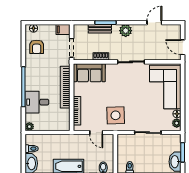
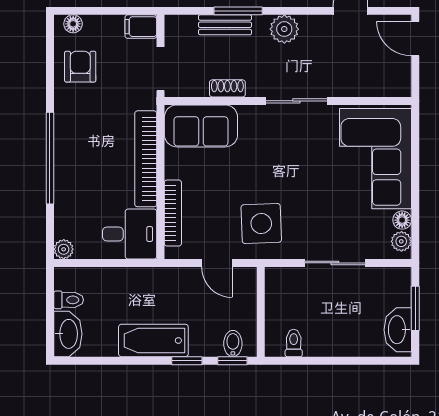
armchair: (37, 47) -> (80, 67), turned 180
door: (183, 47) -> (415, 39), moved
desk: (37, 102) -> (130, 234), moved, turned 180

